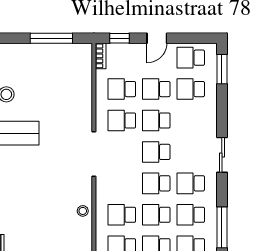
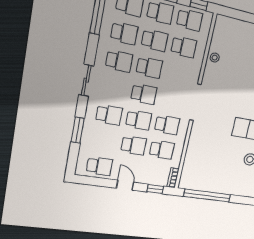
window: (51, 38) -> (207, 196), width x1.46
door: (157, 38) -> (125, 185), hinge flipped
window: (222, 69) -> (78, 130), moved
school desk: (191, 89) -> (109, 115), moved

